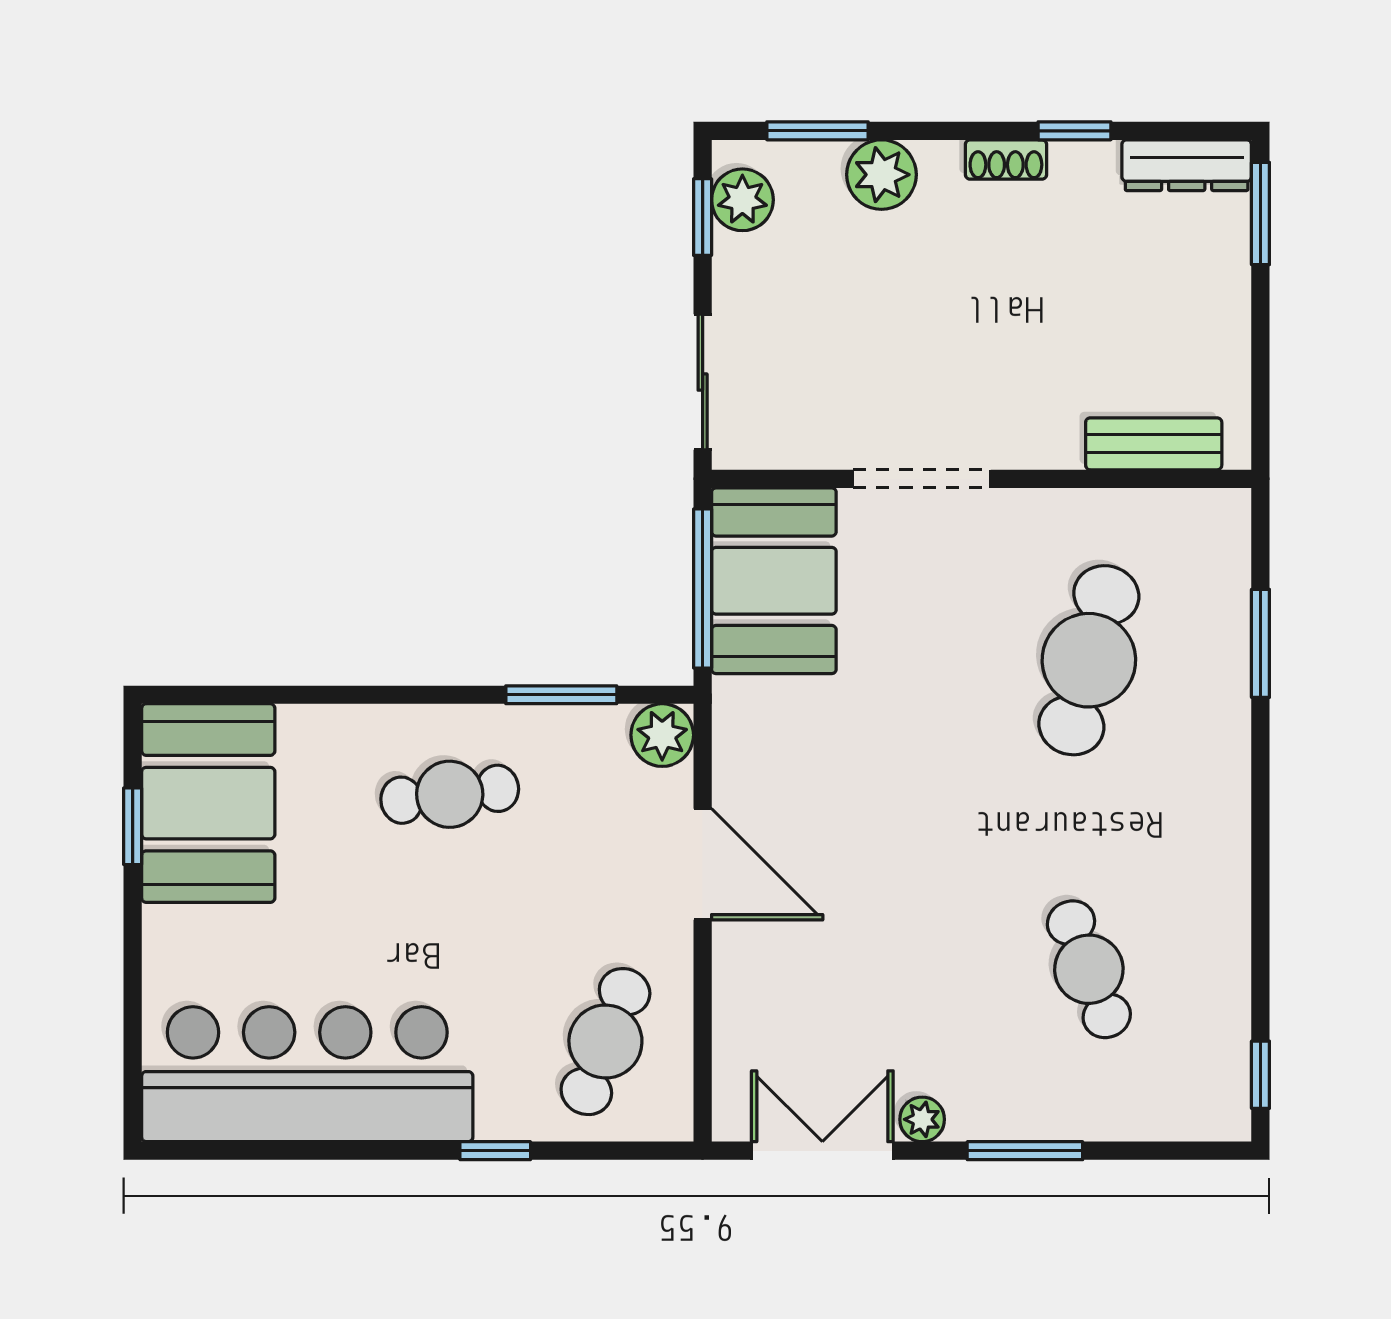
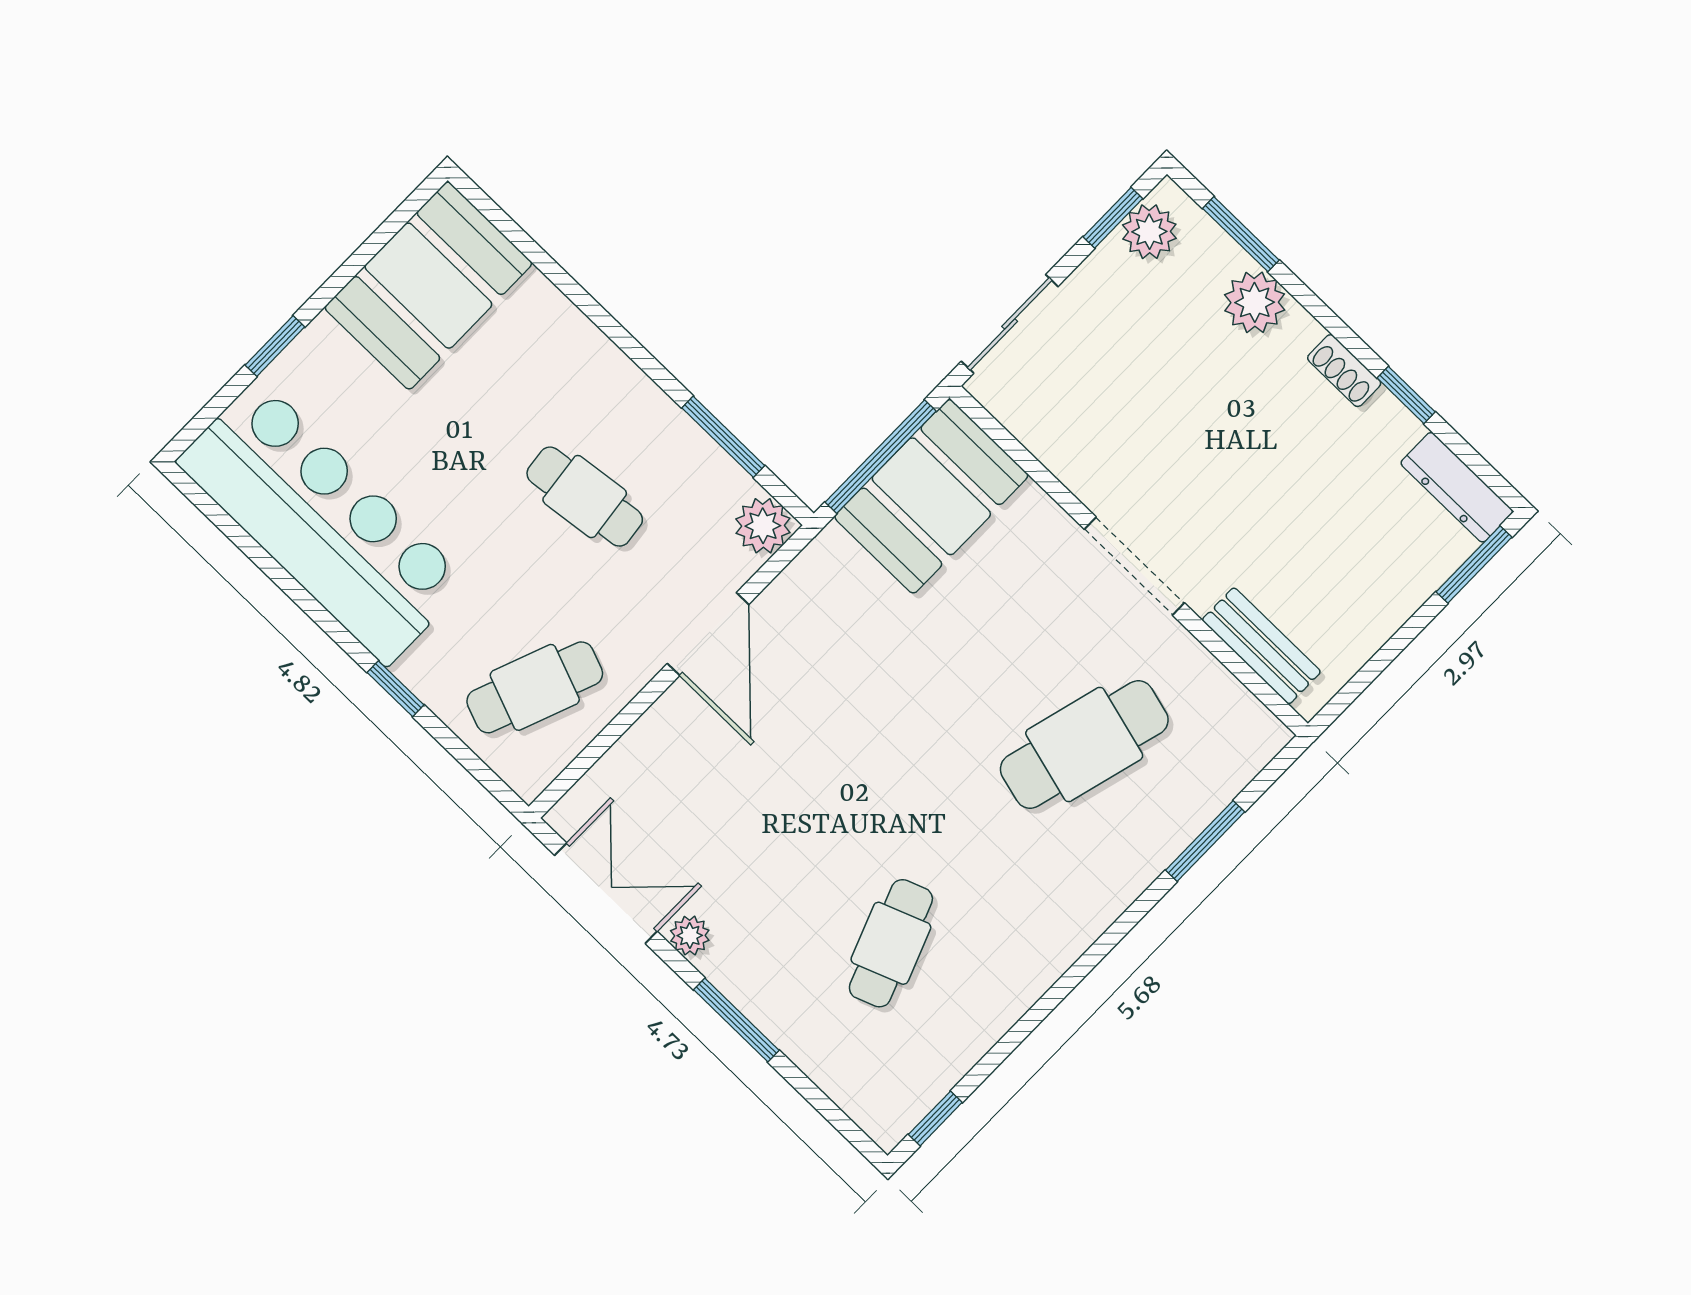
doorway: (922, 479) -> (1134, 566), moved
cafe table: (450, 794) -> (585, 497), moved
window: (133, 826) -> (275, 346), moved

